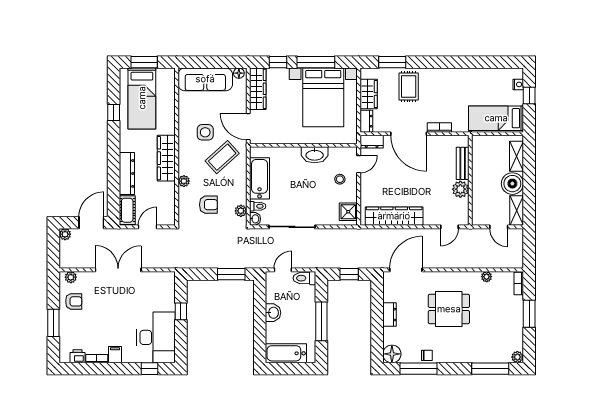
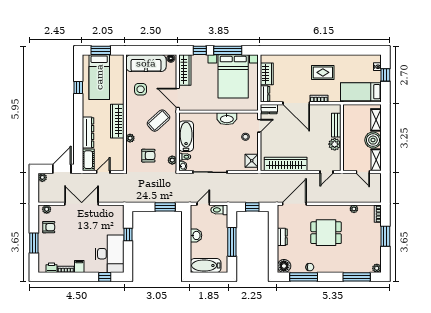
window: (392, 62) -> (284, 50), removed
rug: (409, 86) -> (323, 72), moved, turned 90
side table: (205, 132) -> (141, 89), moved

